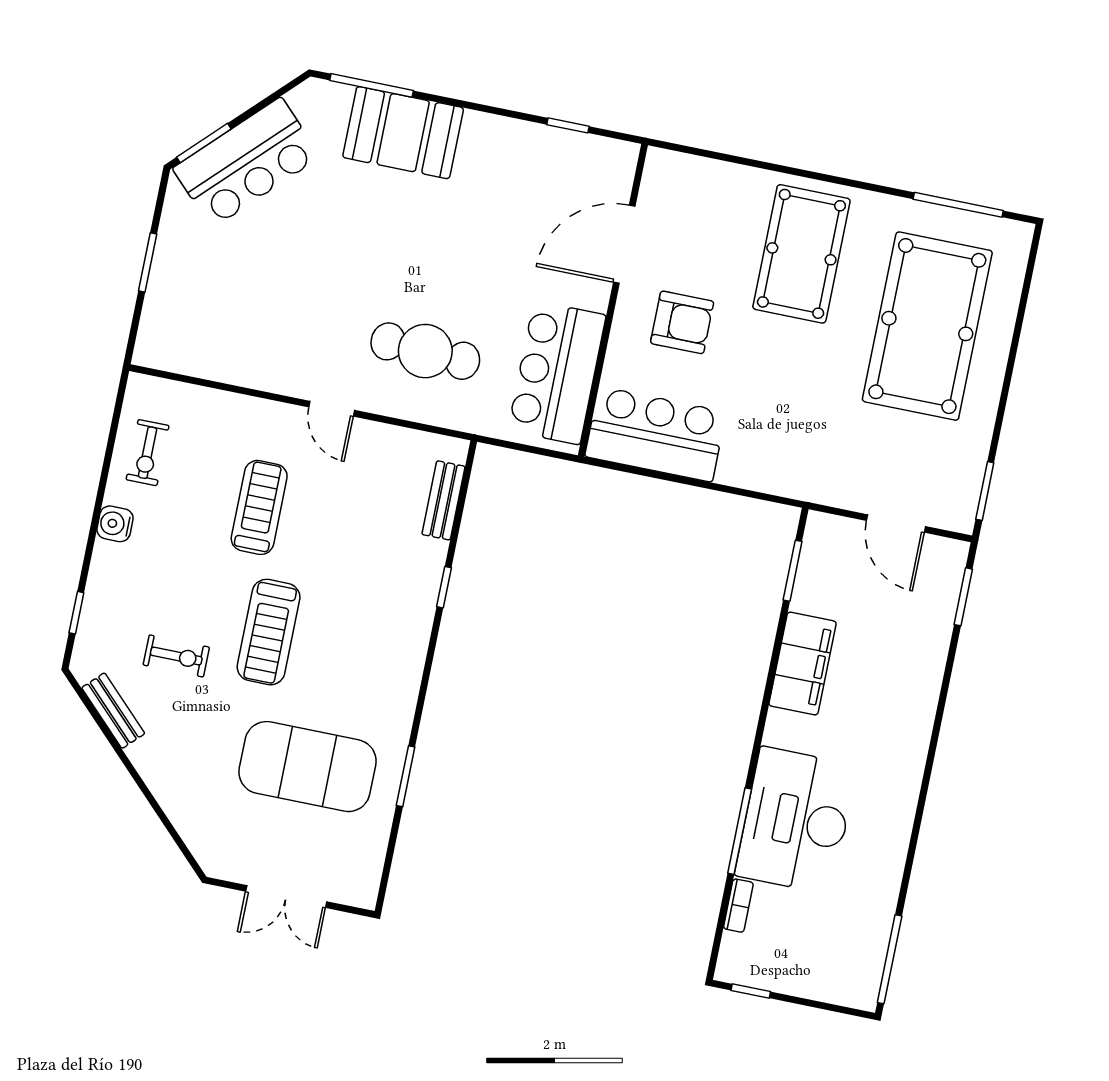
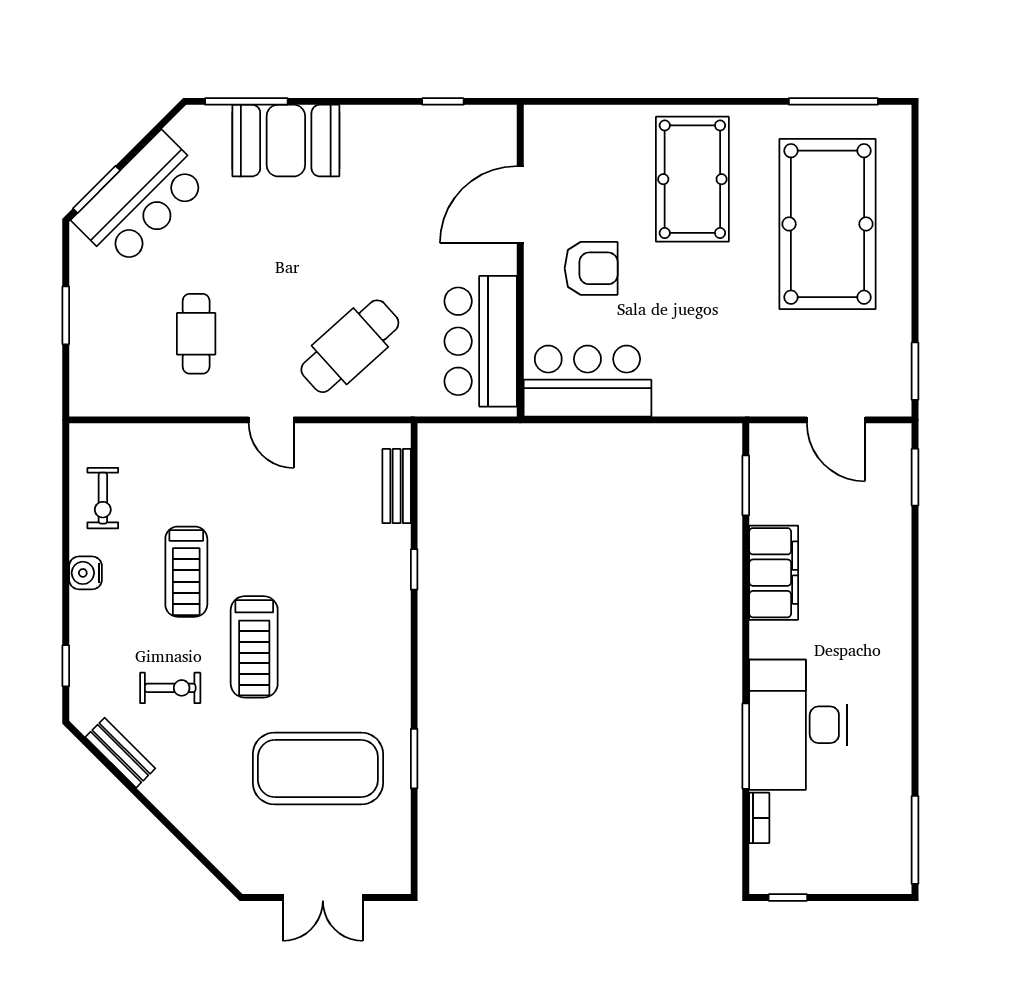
cafe table: (274, 307) -> (196, 334), added
cafe table: (425, 351) -> (350, 346), turned -45
treadmill: (259, 507) -> (186, 572), moved, turned 180

